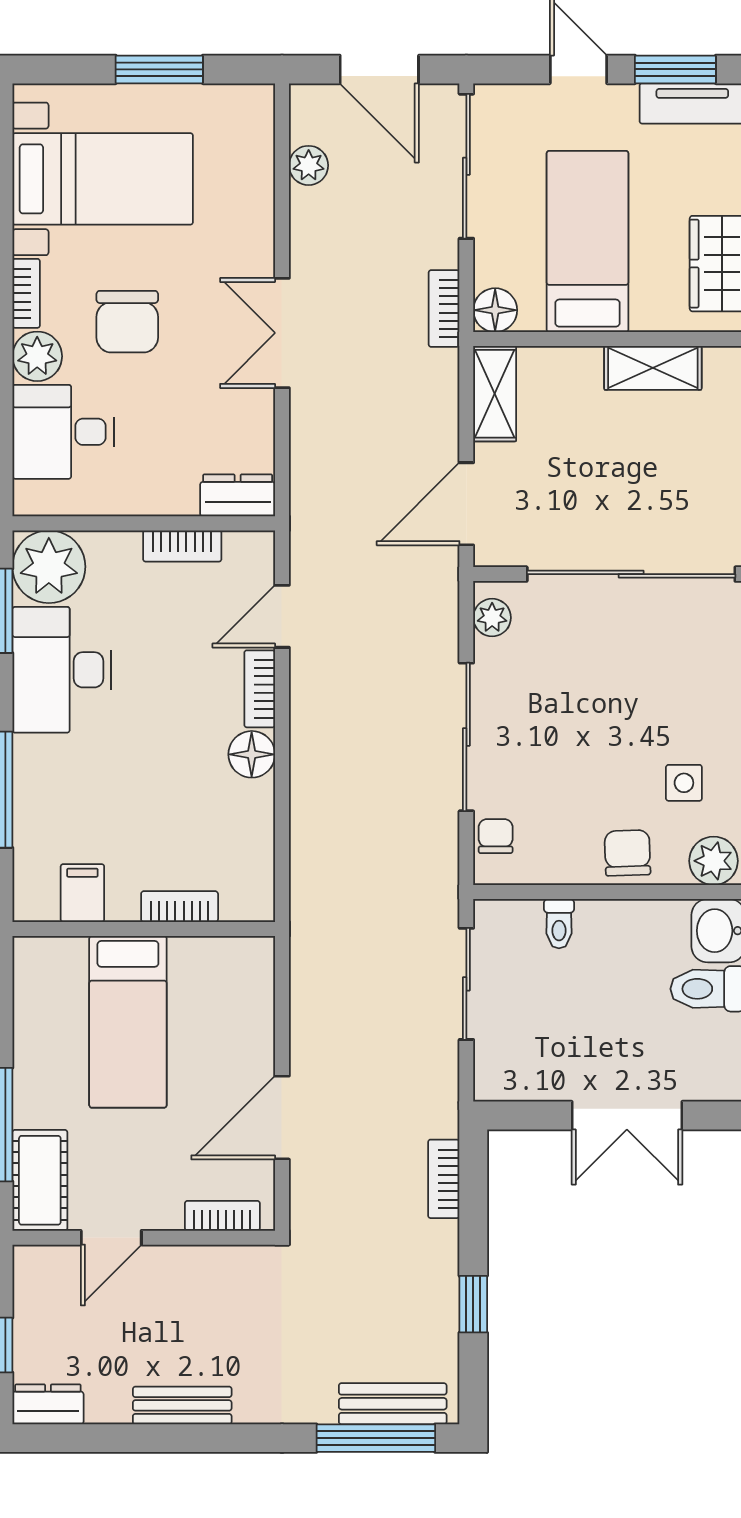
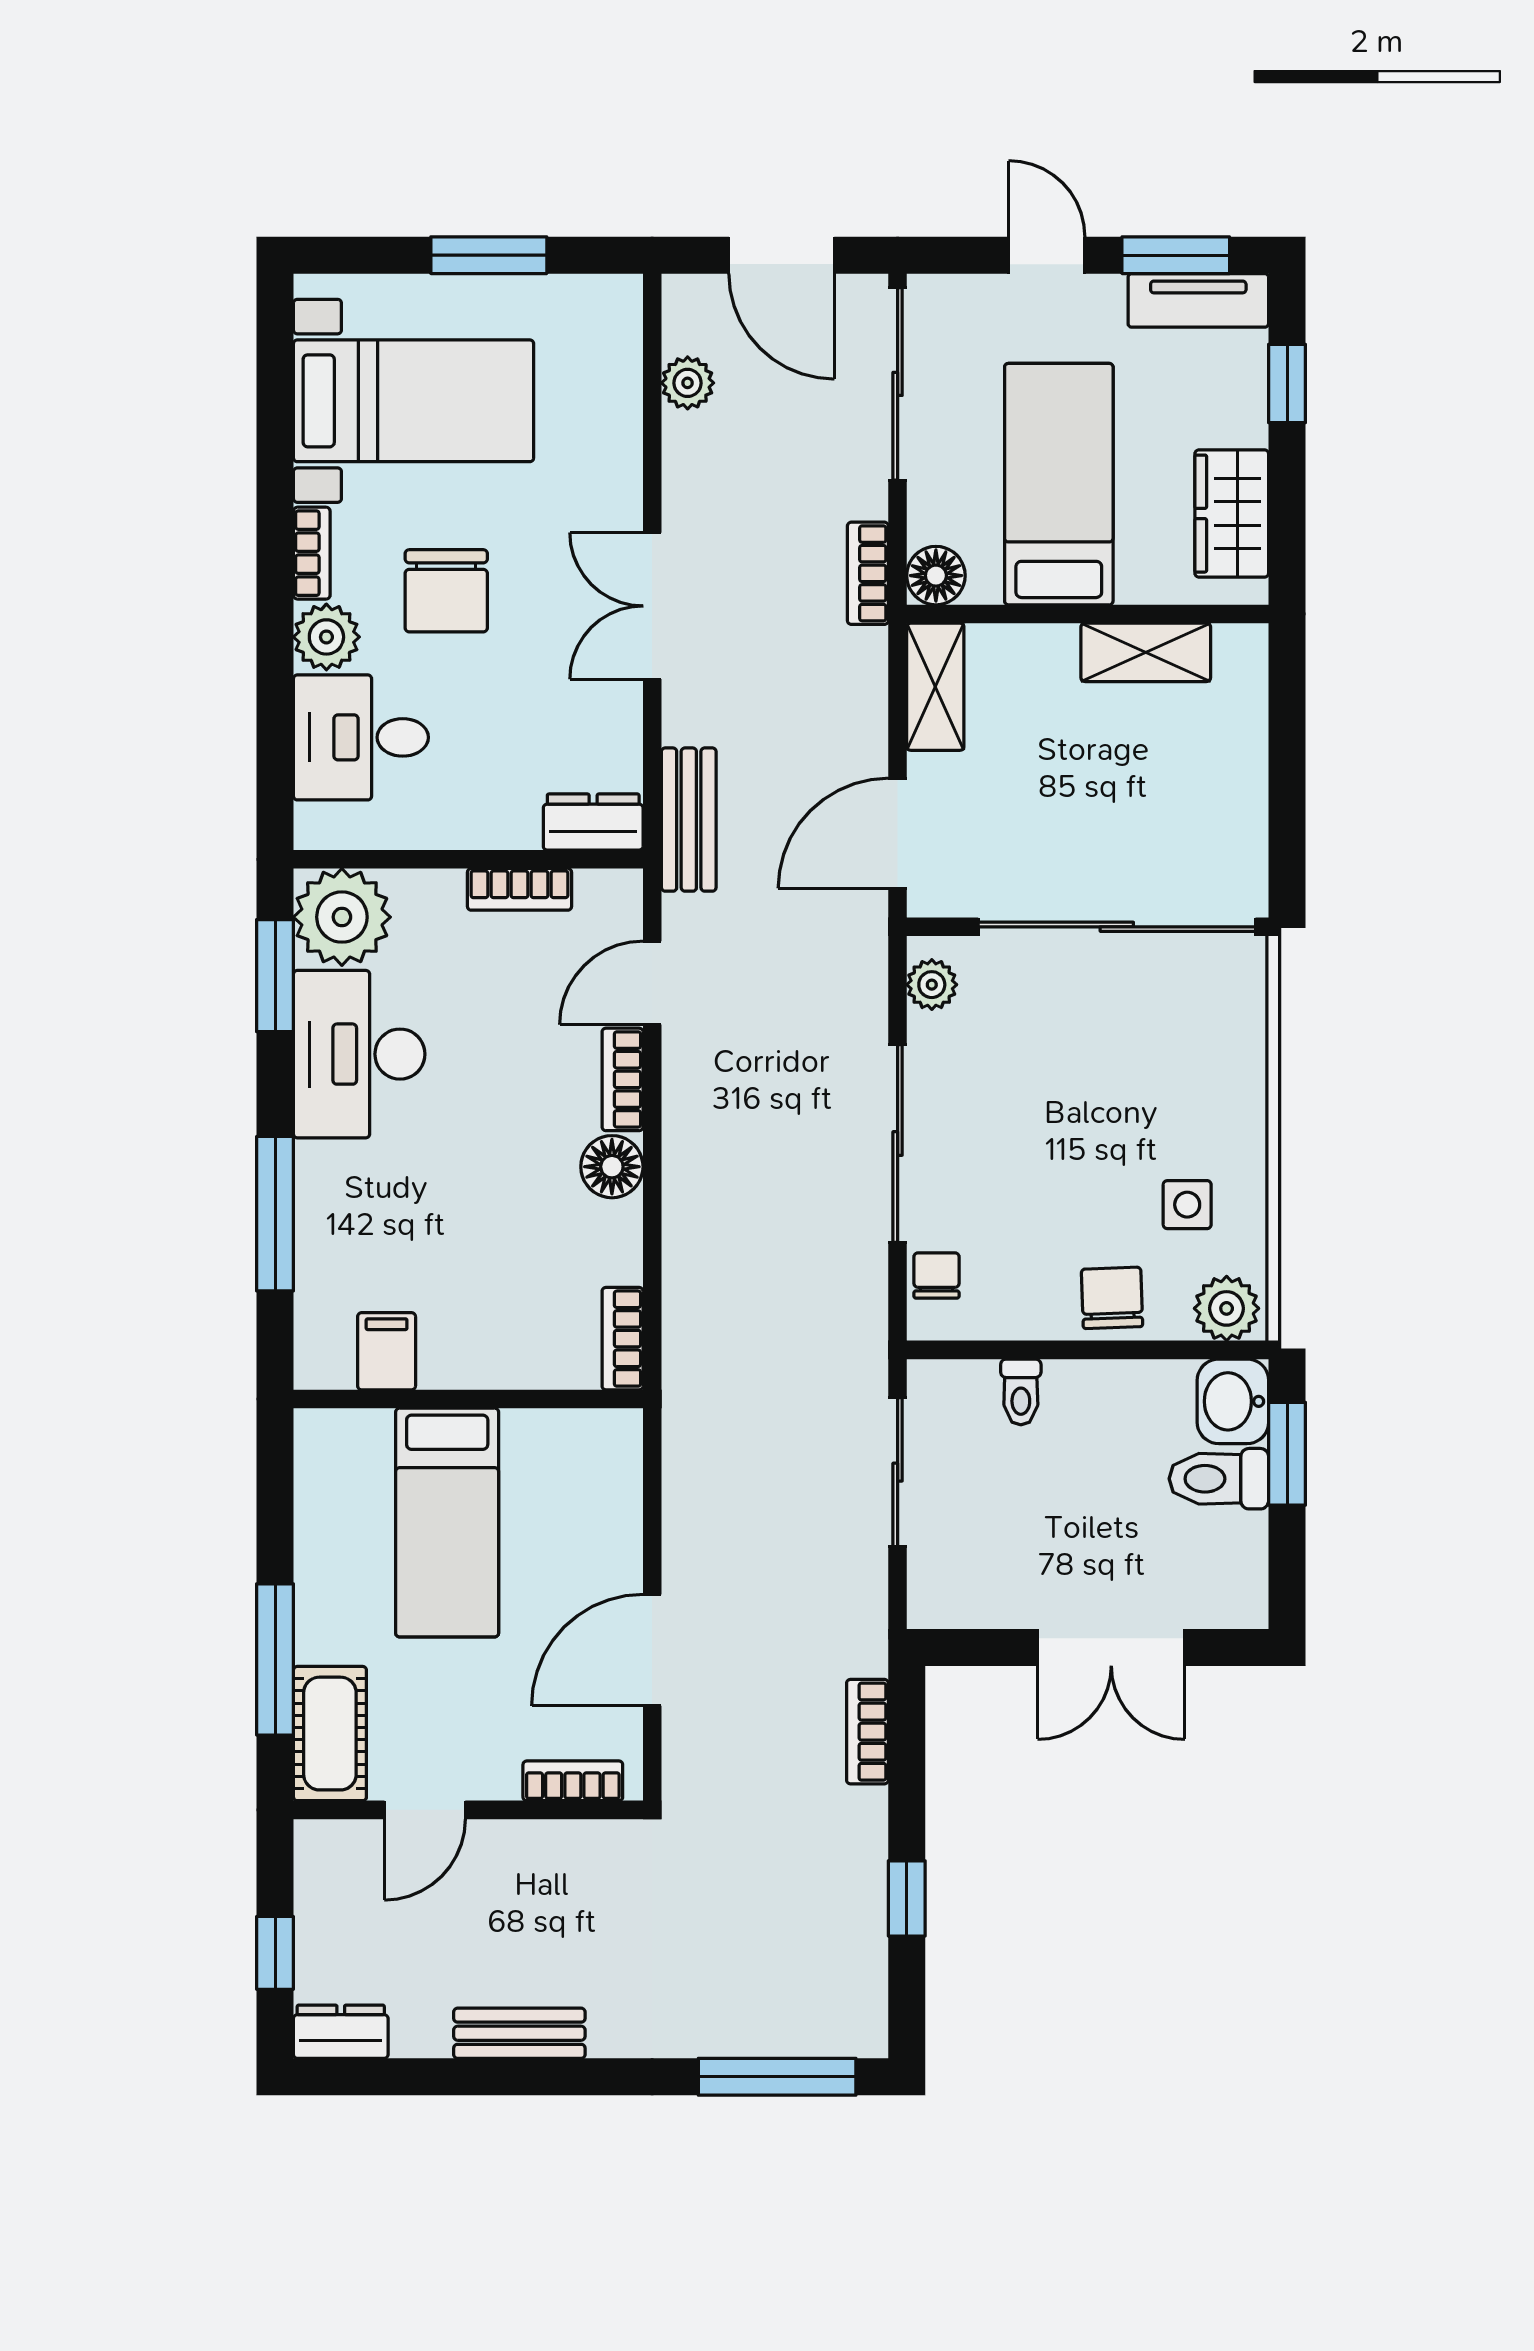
bookcase: (180, 907) -> (623, 1339), moved, turned -90
bench: (393, 1404) -> (689, 820), moved, turned 90

